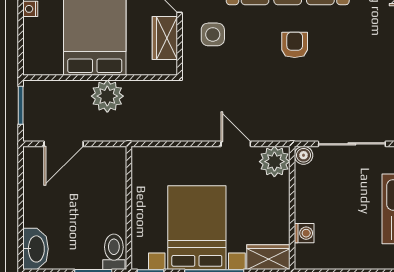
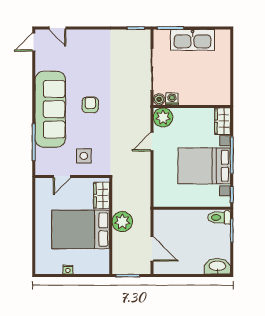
wardrobe: (165, 38) -> (102, 196), moved, turned 90
armchair: (295, 45) -> (90, 105), turned 90
washing machine: (304, 233) -> (172, 99), moved

